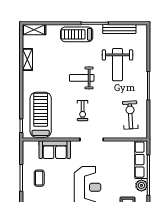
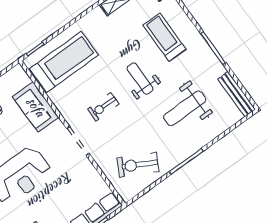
bench: (119, 29) -> (237, 94), moved
treadmill: (77, 34) -> (164, 37), moved
exercise bike: (130, 115) -> (138, 165), turned -149

